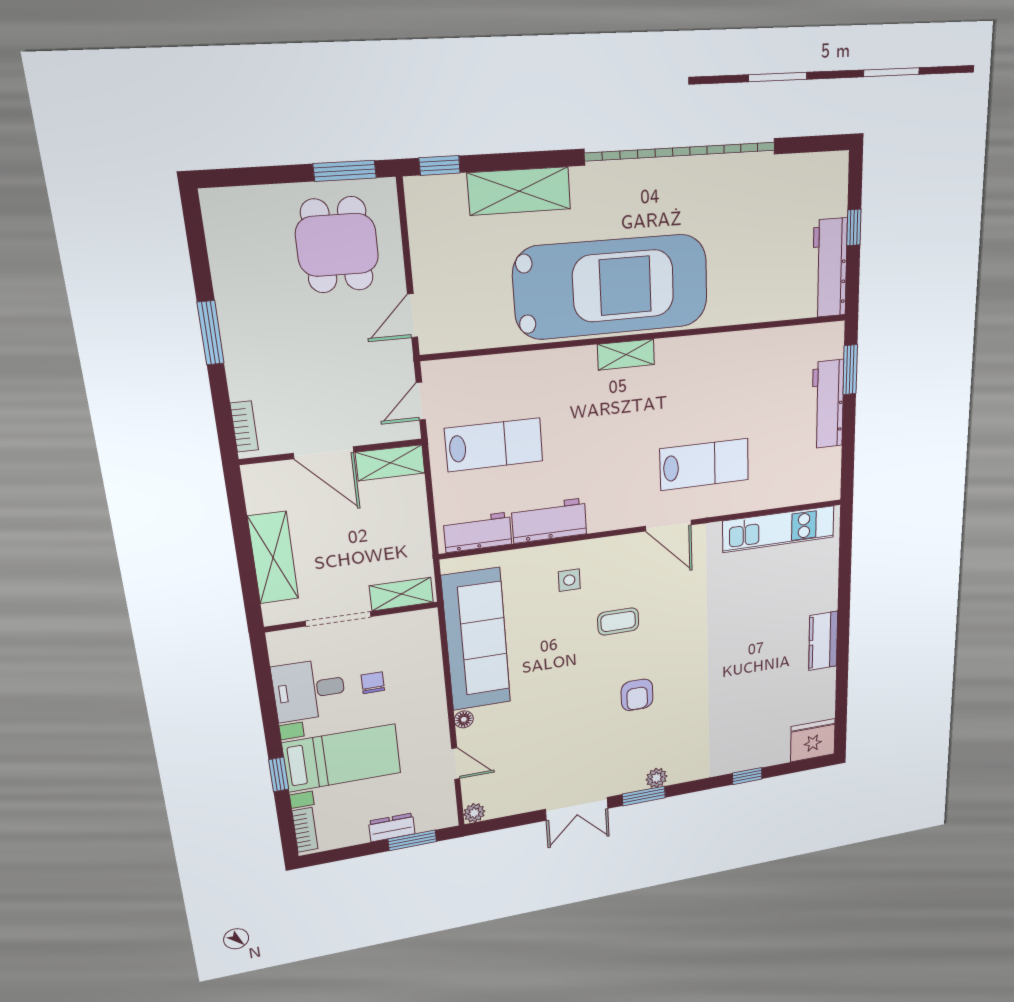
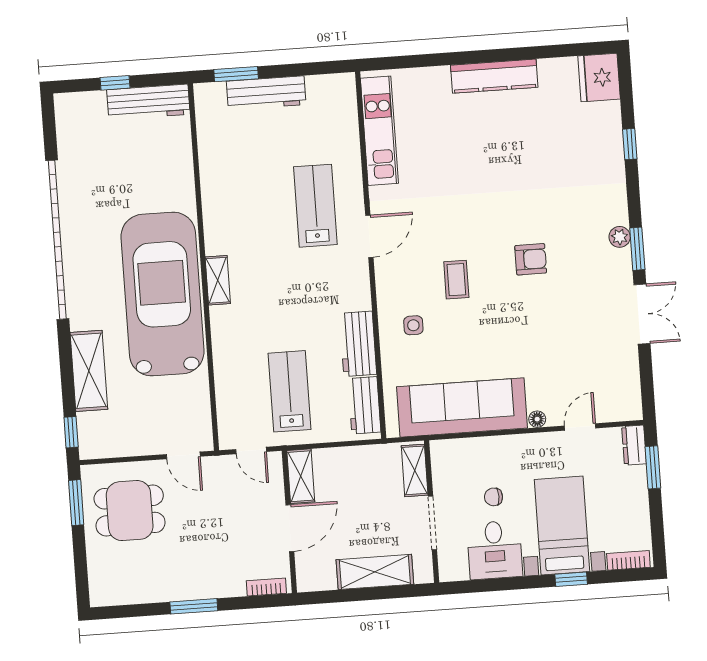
kitchen counter: (823, 641) -> (494, 76), width x1.50
plant: (474, 813) -> (633, 411), removed
dresser: (392, 827) -> (634, 445), moved

